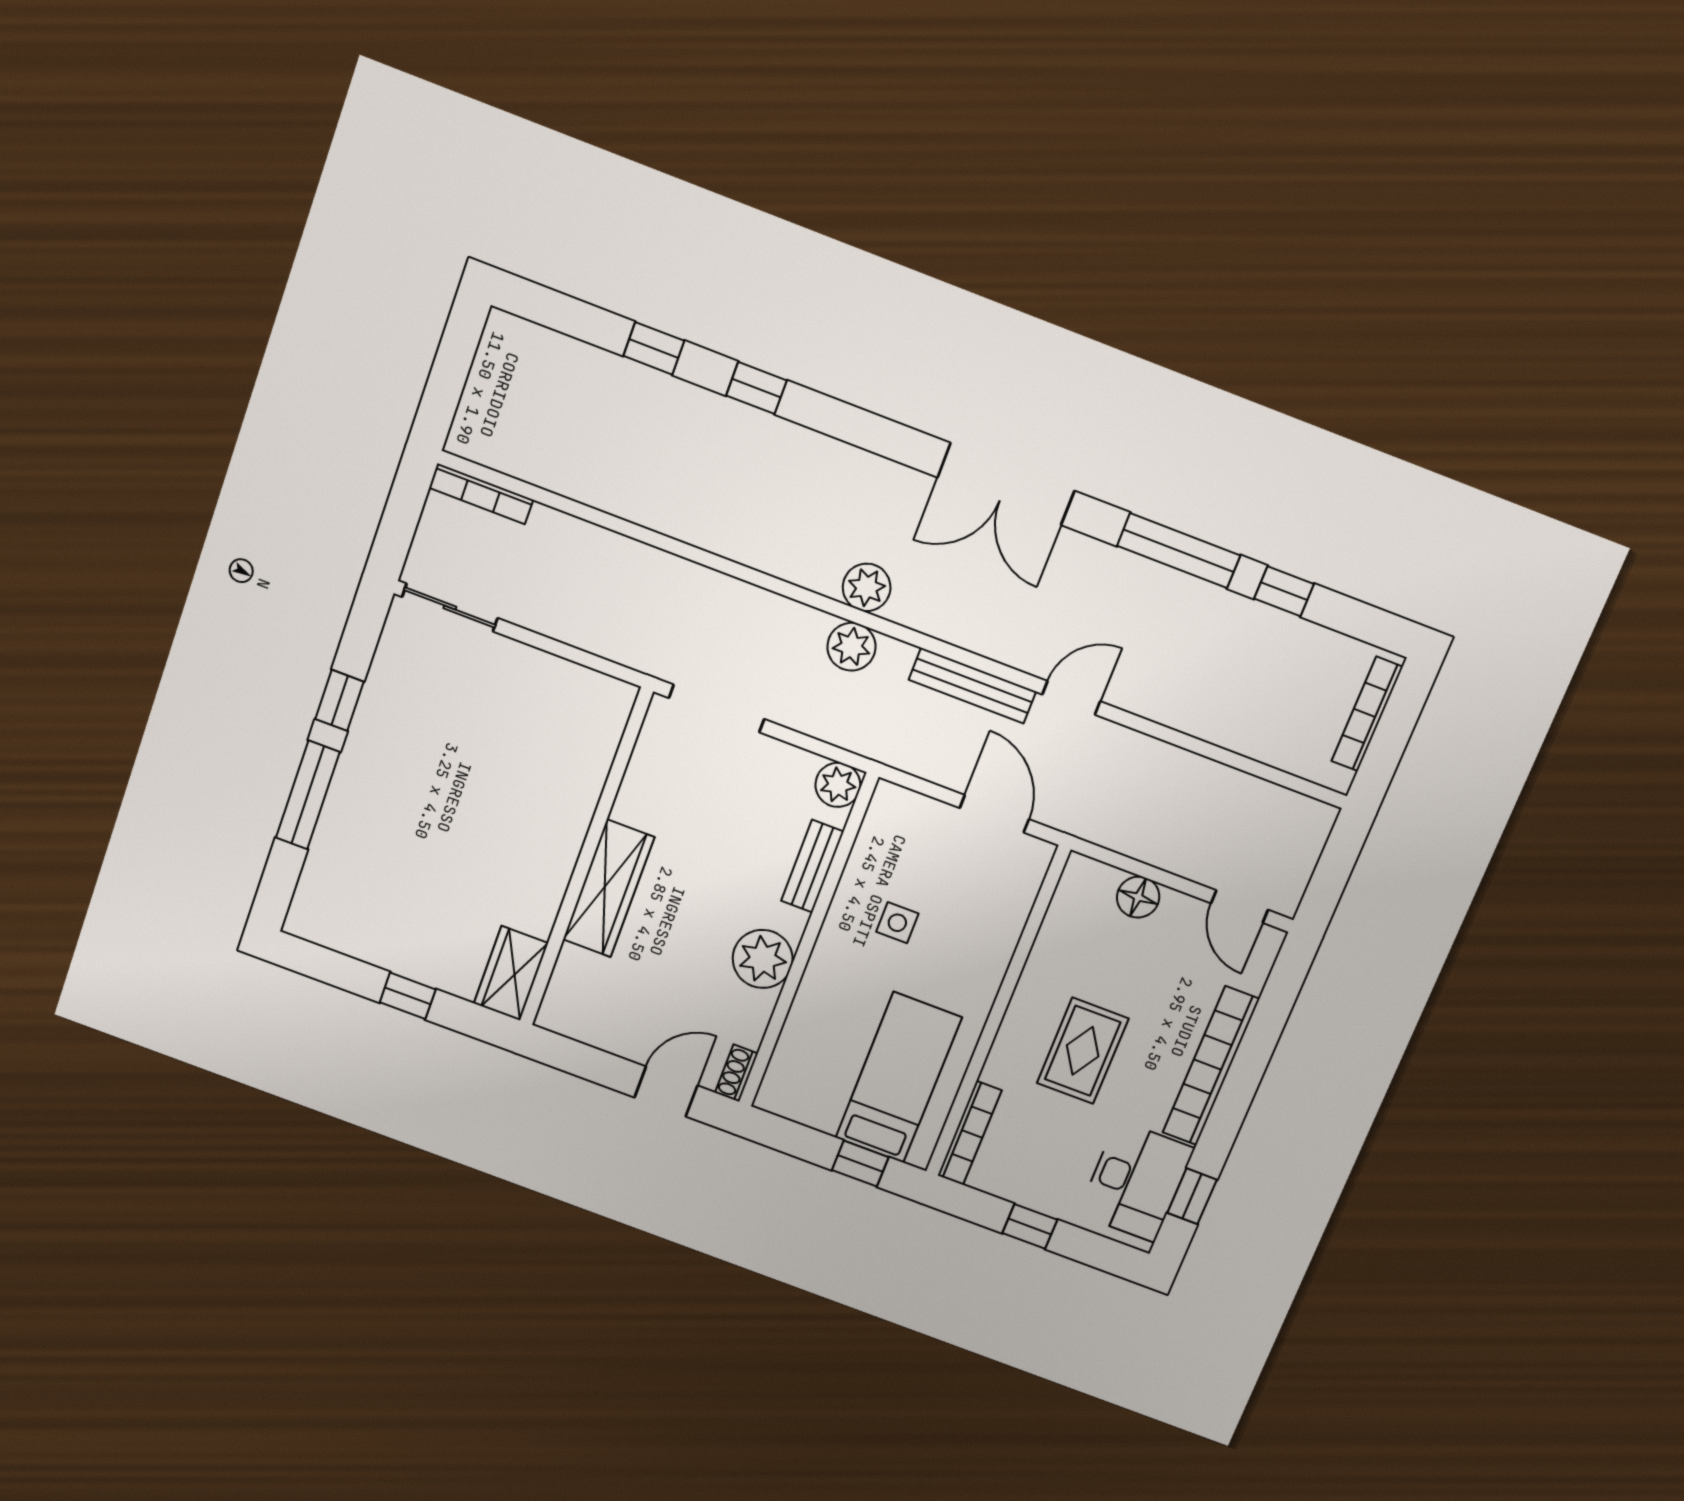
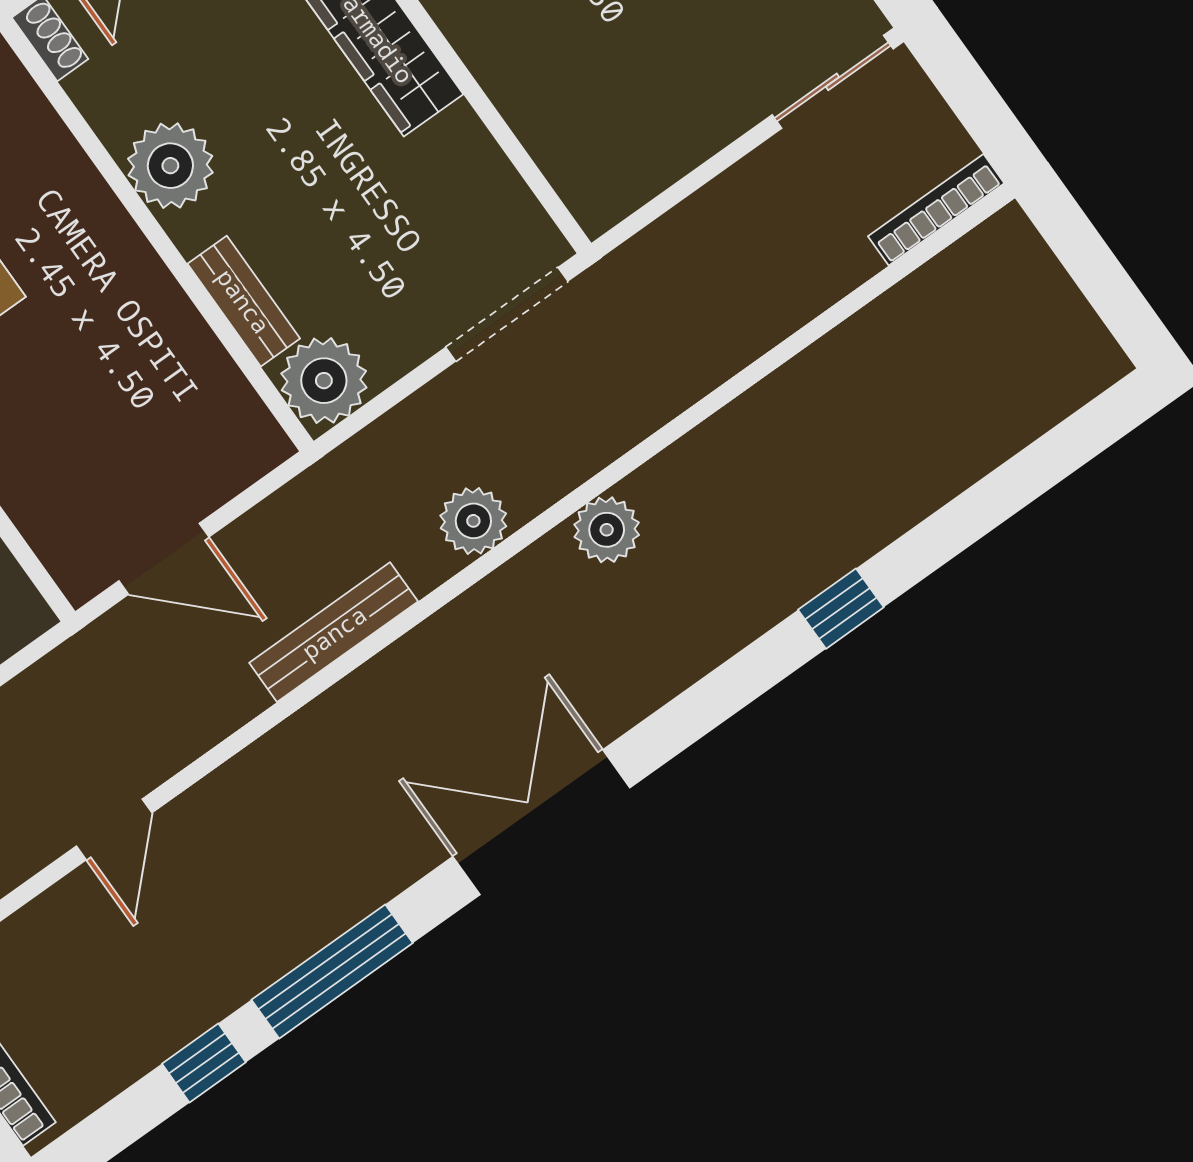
window: (654, 348) -> (963, 521), removed
plant: (867, 587) -> (607, 530), moved
door: (1071, 698) -> (114, 829), moved
plant: (838, 785) -> (324, 381), width x1.36, depth x1.36
side table: (897, 923) -> (108, 357), removed

